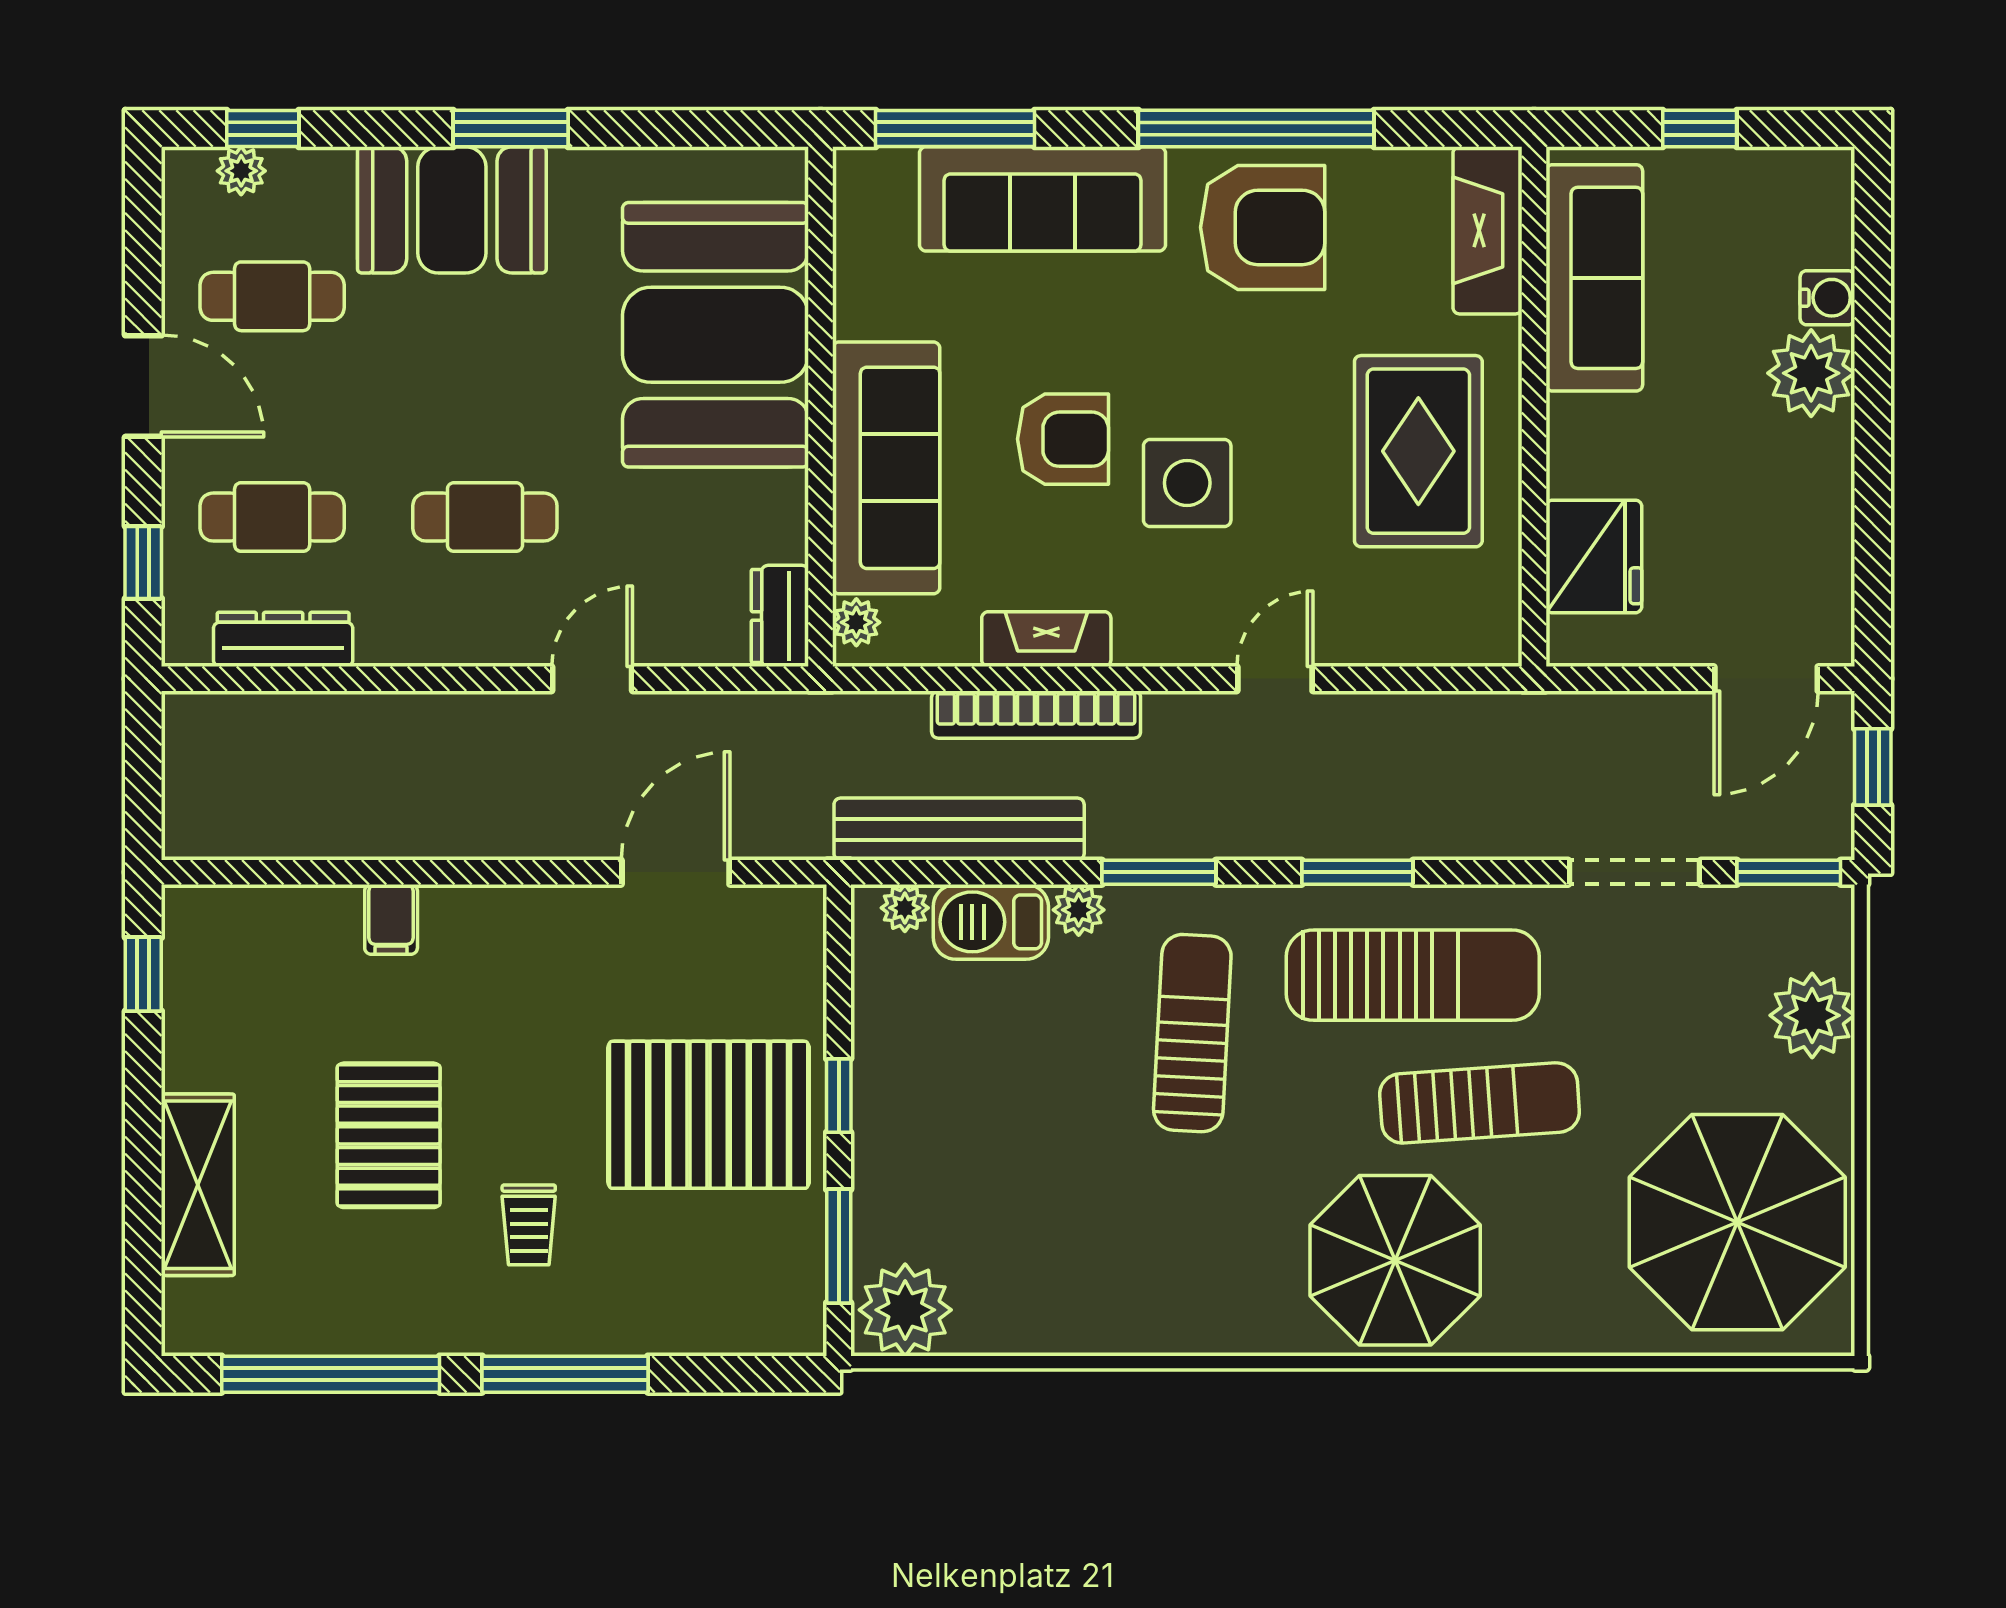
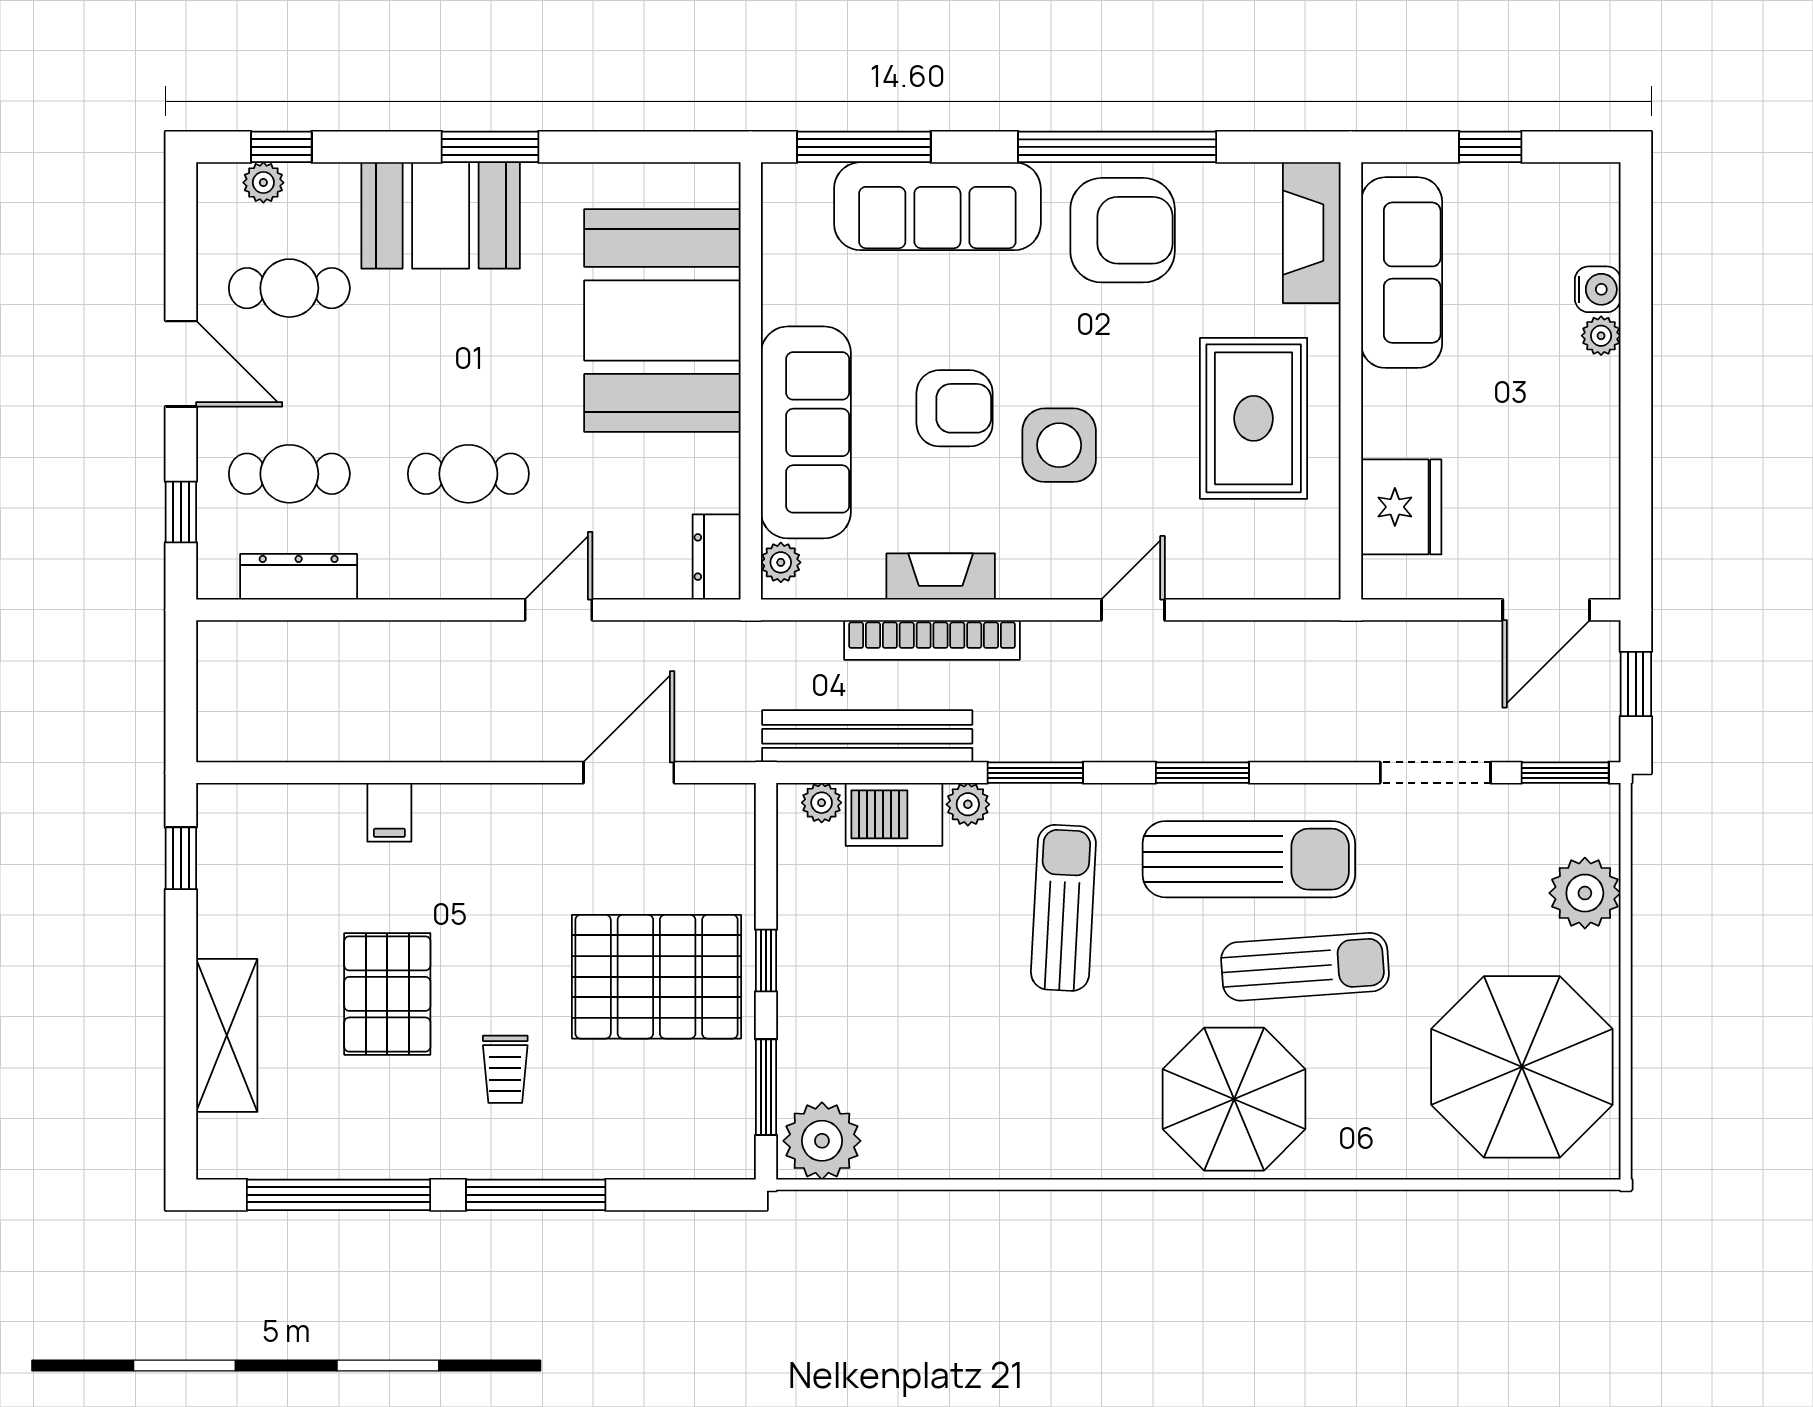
plant: (1811, 373) -> (1601, 336), width x0.53, depth x0.53

